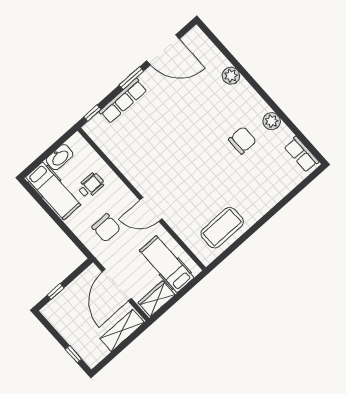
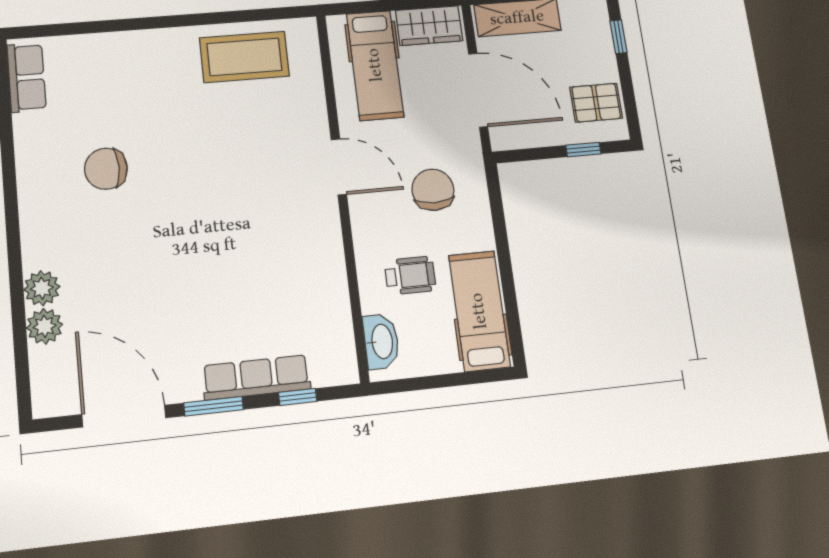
window: (92, 113) -> (298, 397), moved
plant: (272, 121) -> (45, 326), moved
washbasin: (60, 157) -> (381, 342), moved, turned 90
wheelchair: (91, 185) -> (410, 276), turned 180
door: (117, 285) -> (478, 90), hinge flipped
pallet: (64, 317) -> (596, 103), added

